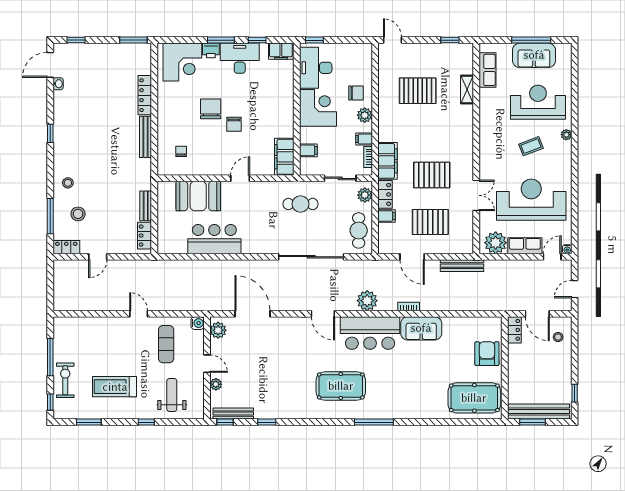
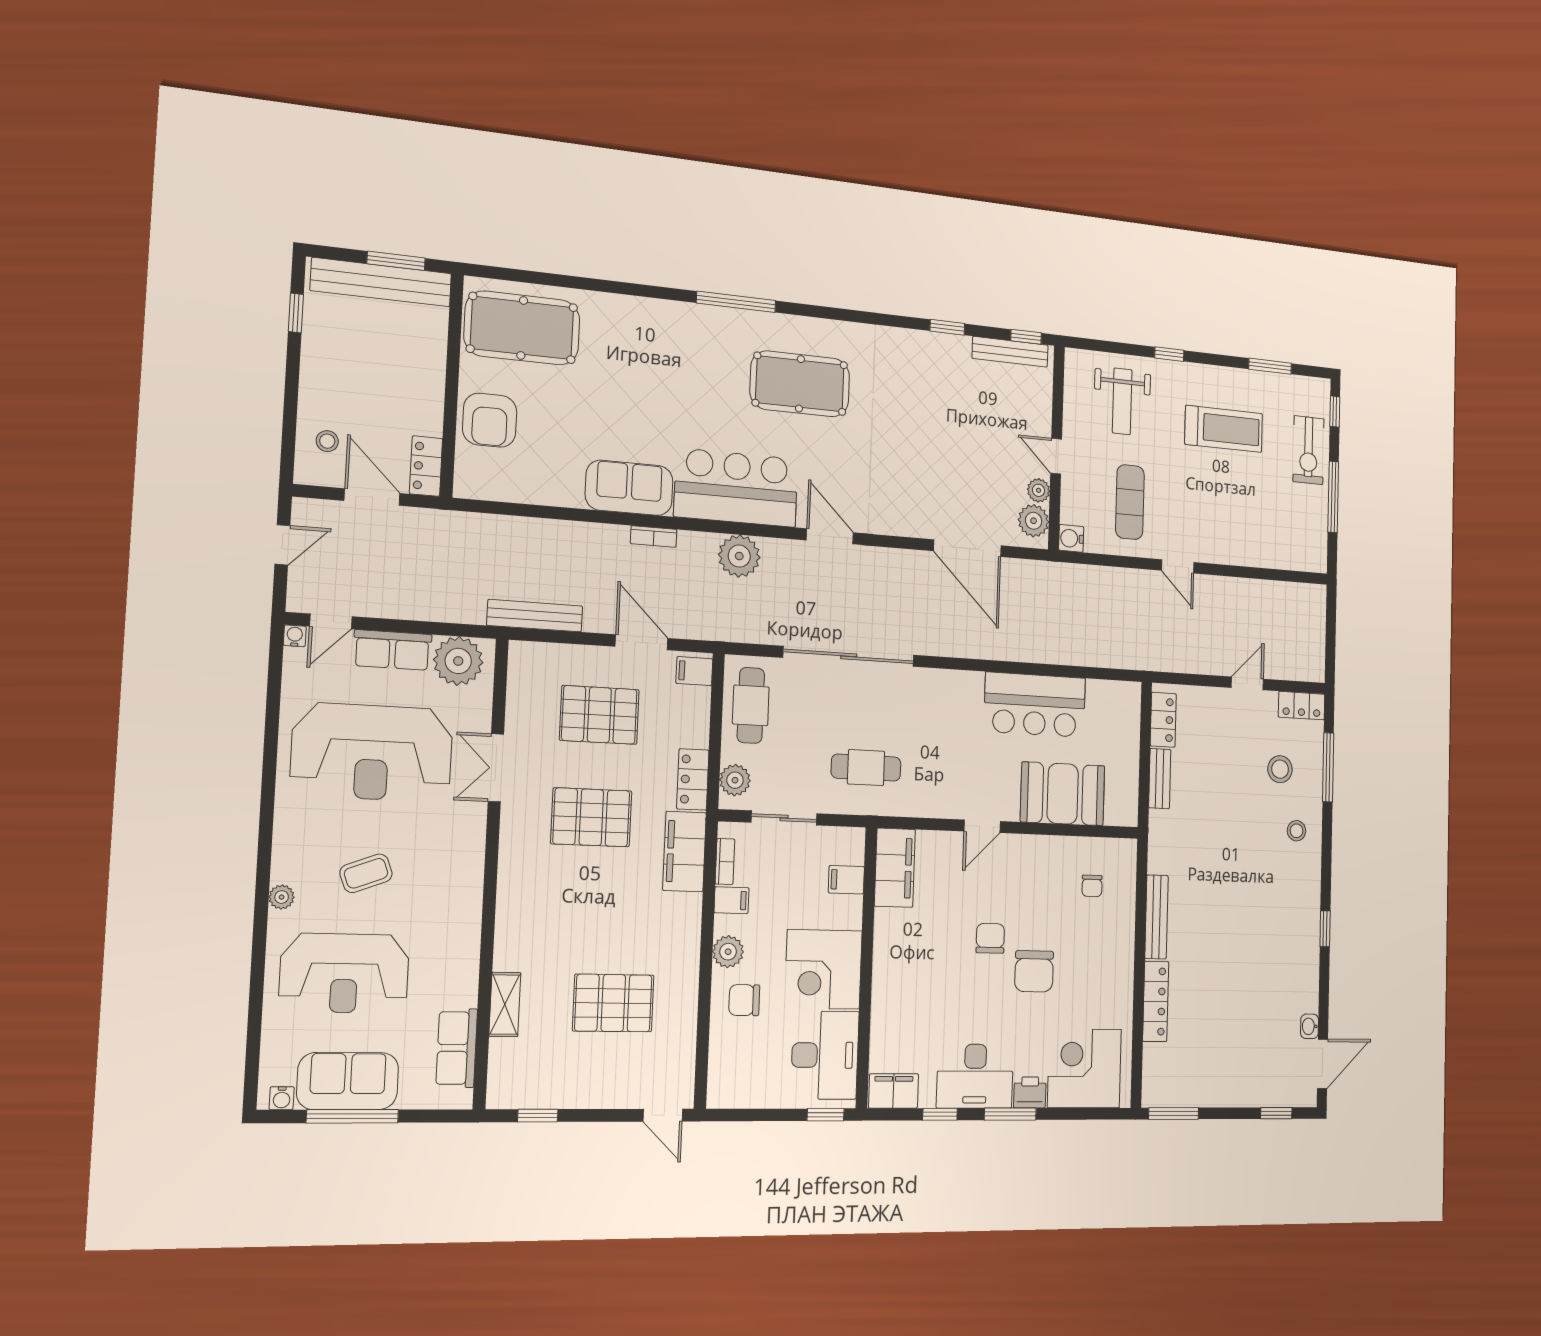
water cooler: (562, 48) -> (282, 1098), added
filing cabinet: (386, 216) -> (694, 671), moved
plant: (216, 384) -> (1039, 490), moved

